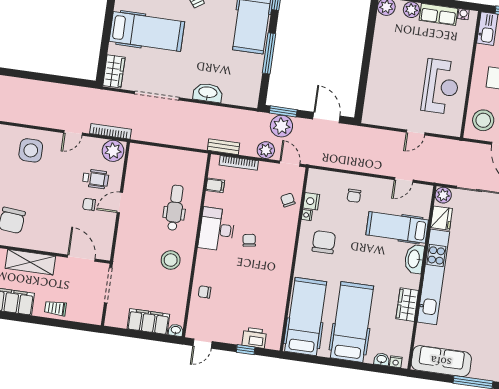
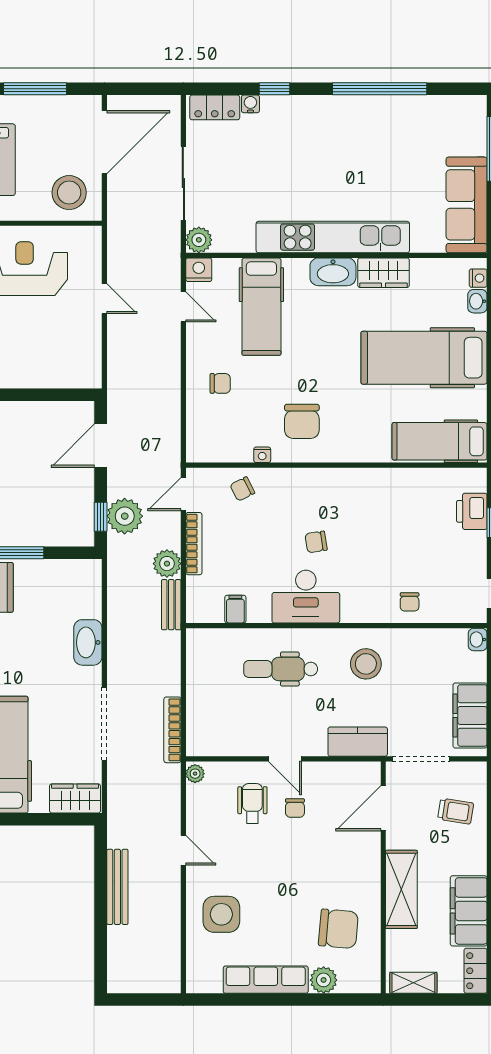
bench: (56, 89) -> (117, 887), added
window: (283, 111) -> (101, 517), width x0.67
bookcase: (110, 131) -> (172, 730), moved
plant: (266, 150) -> (167, 564), moved
plant: (113, 151) -> (195, 774), width x0.53, depth x0.53
bookcase: (239, 163) -> (194, 544), moved
nightstand: (311, 201) -> (199, 270), moved, turned 180
fridge: (441, 218) -> (236, 237), removed
chair: (324, 242) -> (302, 421), turned -90
kitchen counter: (124, 248) -> (358, 742), added
washbasin: (414, 259) -> (333, 272), moved
trolley: (55, 308) -> (456, 811), moved, turned -81
hospital bed: (306, 316) -> (440, 441), width x0.73, depth x0.78
filing cabinet: (148, 322) -> (470, 715), moved

